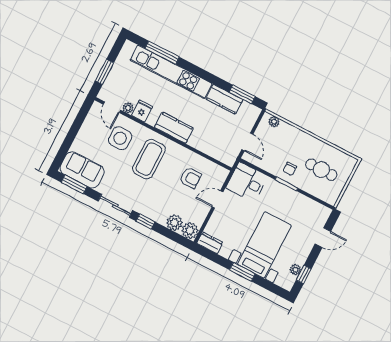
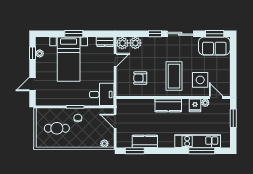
kitchen unit: (171, 72) -> (198, 141), width x0.73
door: (217, 199) -> (115, 60), moved

